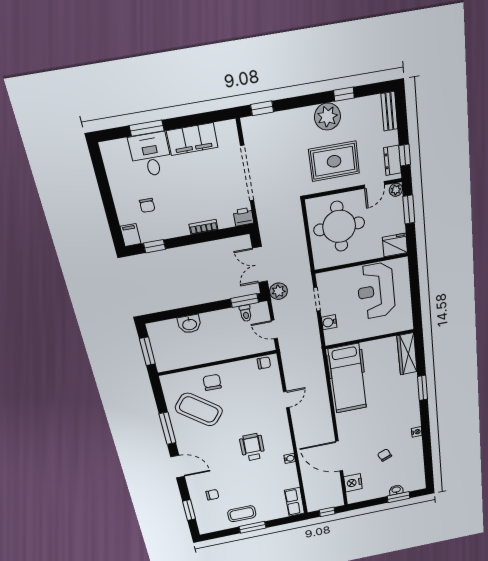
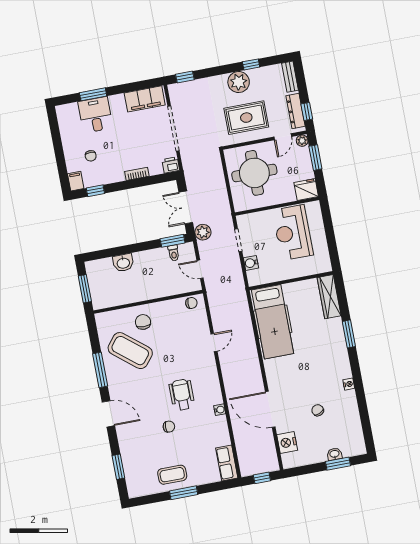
filing cabinet: (192, 139) -> (145, 99), moved
dresser: (392, 160) -> (296, 111), width x1.44
chair: (212, 495) -> (169, 427), moved

